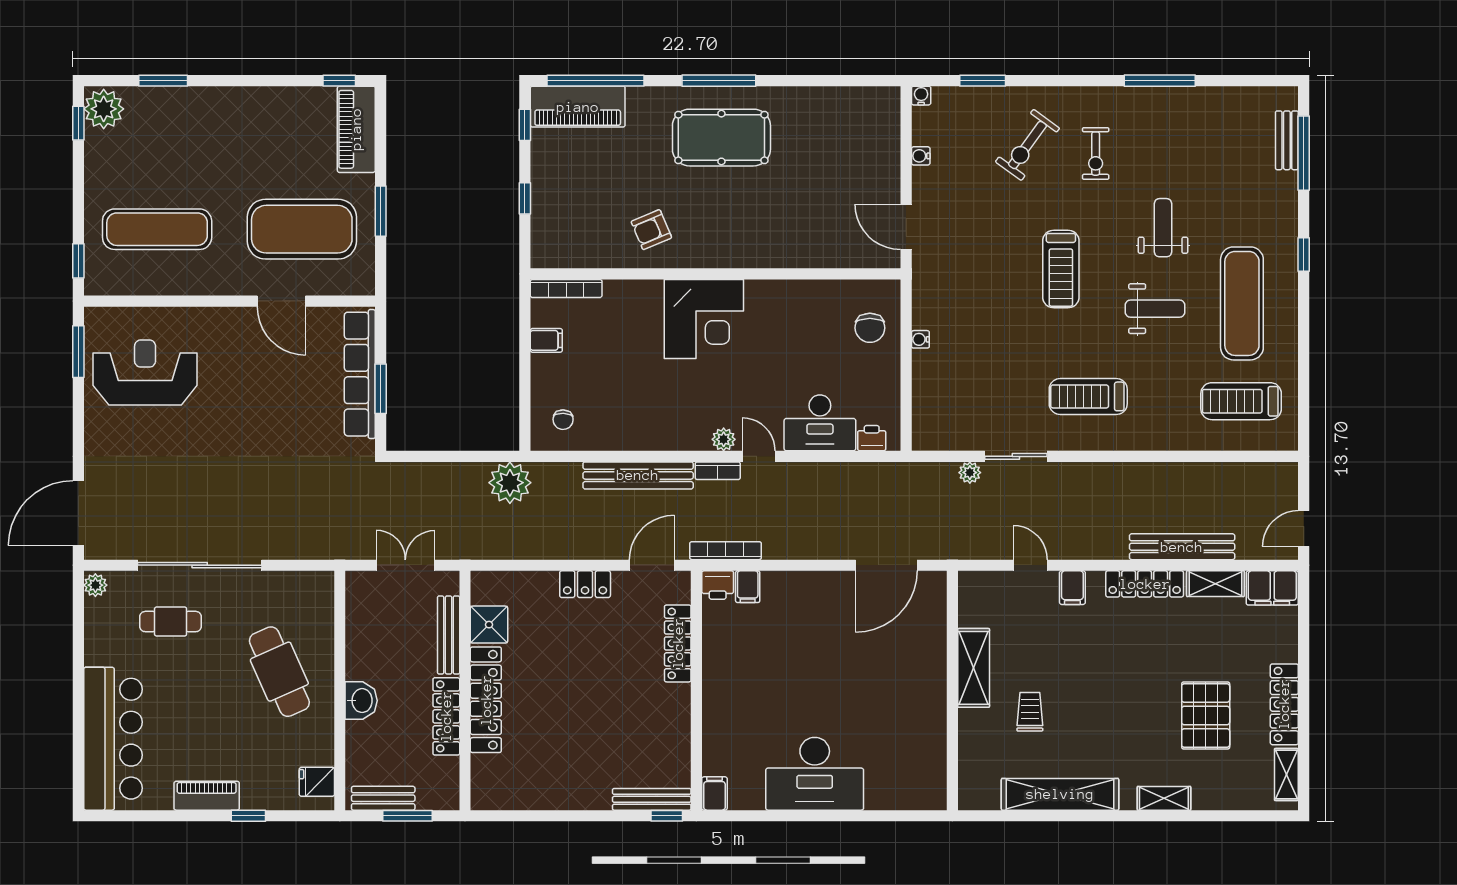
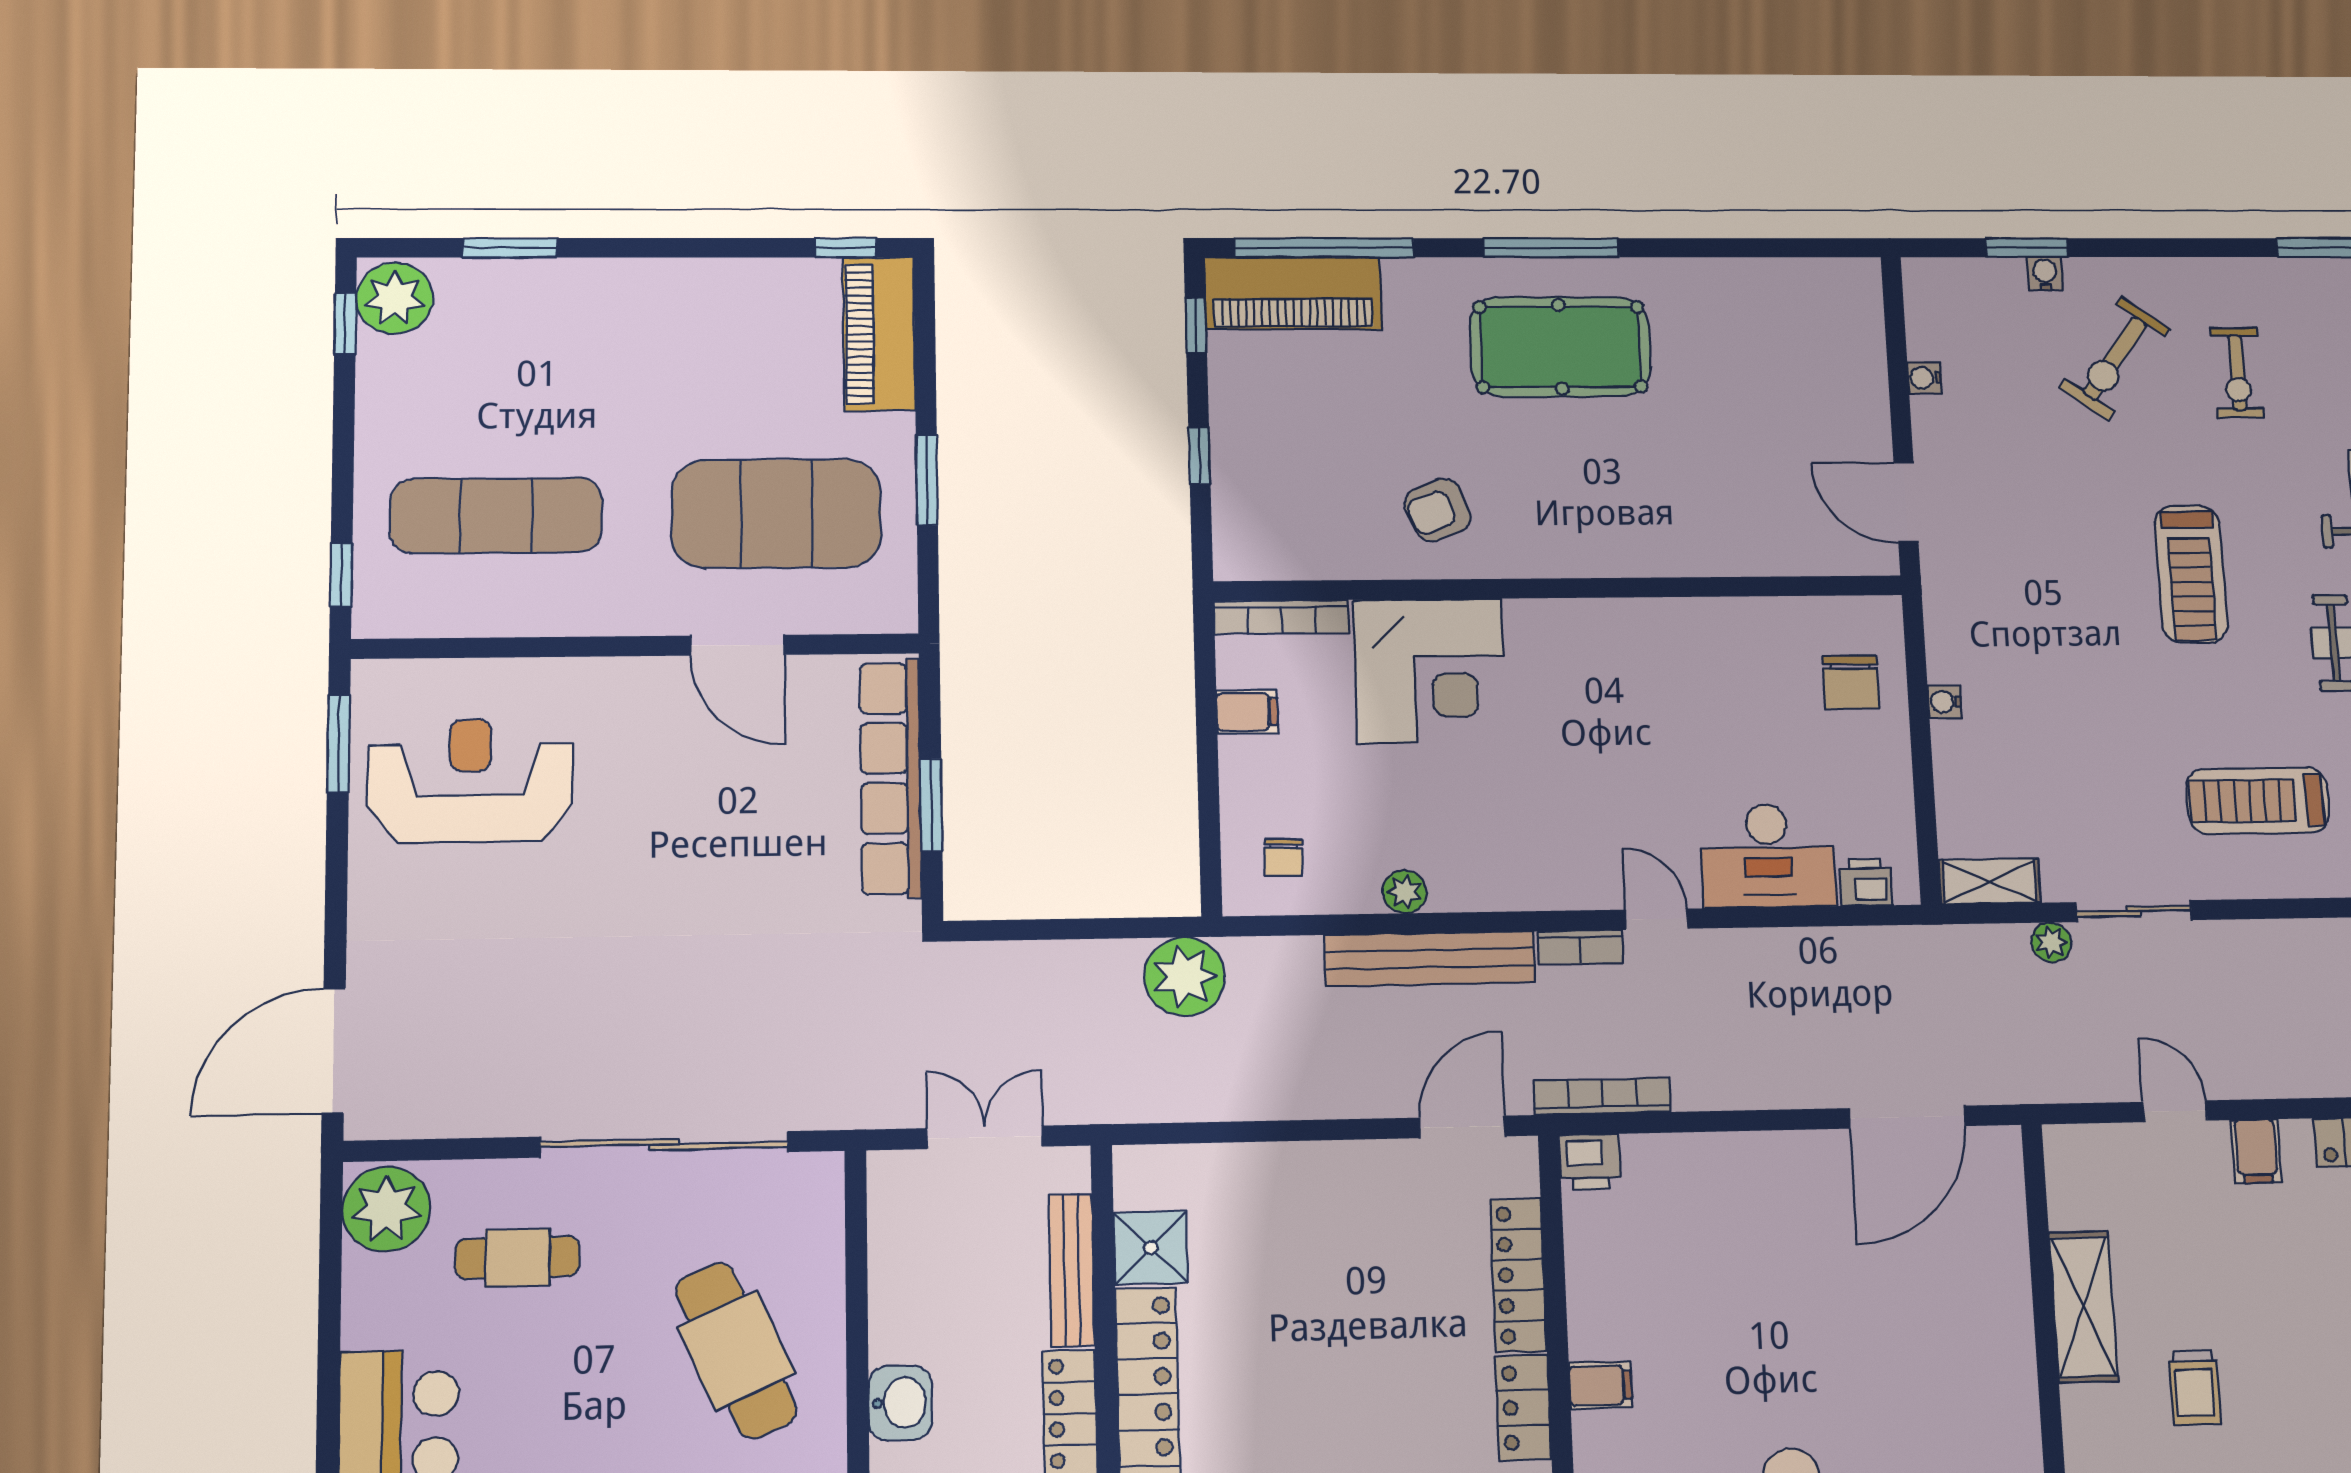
water cooler: (921, 96) -> (2045, 273), moved
corner desk: (704, 319) -> (1429, 671), moved
plant: (724, 439) -> (1405, 892), moved
shelving: (939, 439) -> (1990, 881), added
sliding door: (200, 565) -> (664, 1144), moved
locker: (585, 584) -> (1523, 1408), moved, turned 90
plant: (95, 585) -> (386, 1209), width x1.87, depth x1.87
filing cabinet: (748, 587) -> (1601, 1385), moved, turned -90
trolley: (1030, 712) -> (2195, 1387), turned 180

